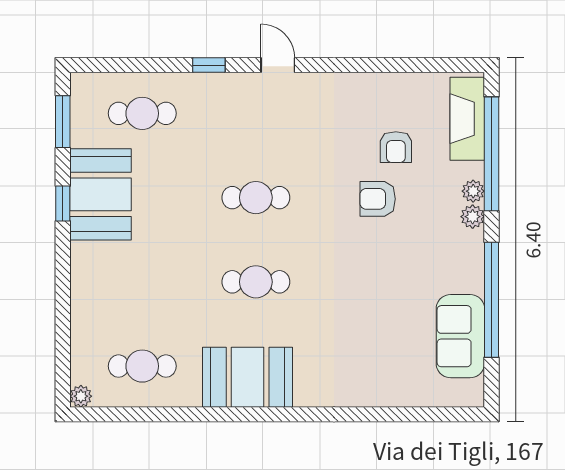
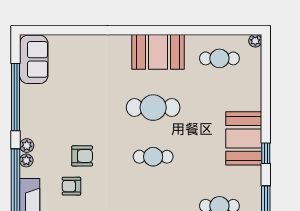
armchair: (396, 147) -> (71, 186), turned -90
booth: (100, 194) -> (244, 138), moved
cafe table: (256, 282) -> (153, 108), width x1.37, depth x1.35
sofa: (460, 336) -> (34, 59), moved

